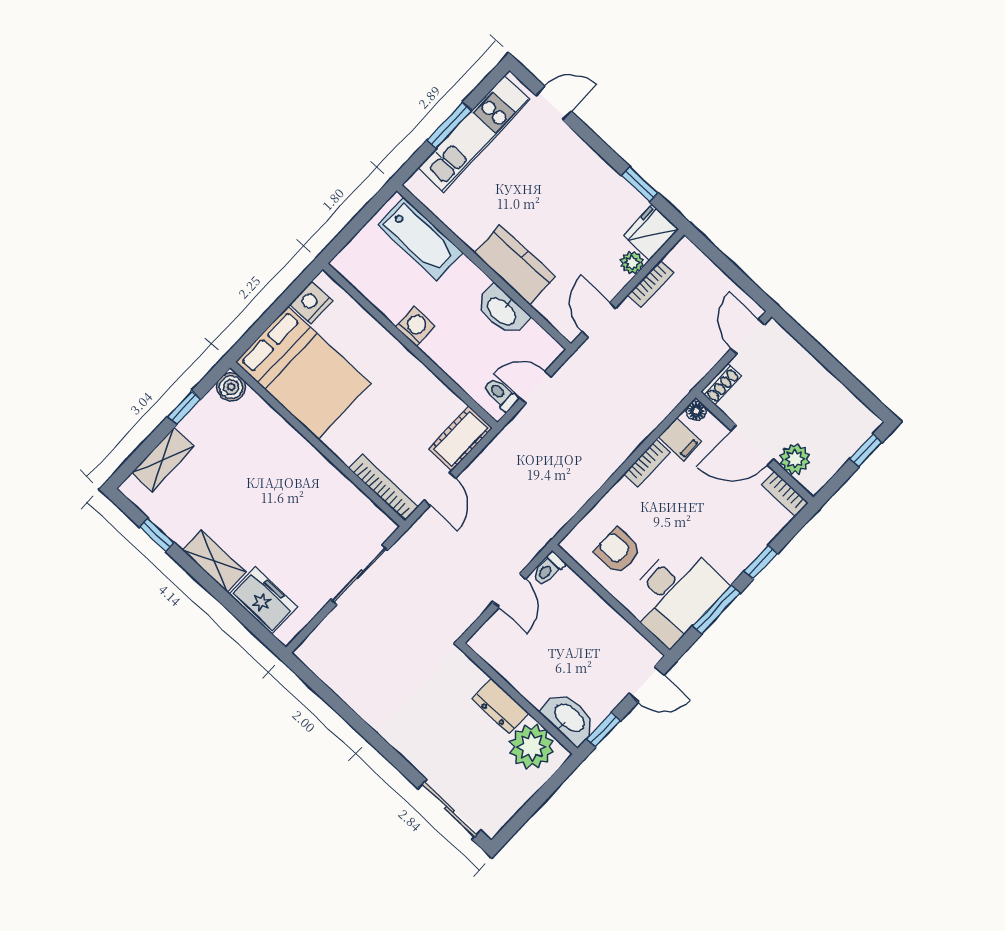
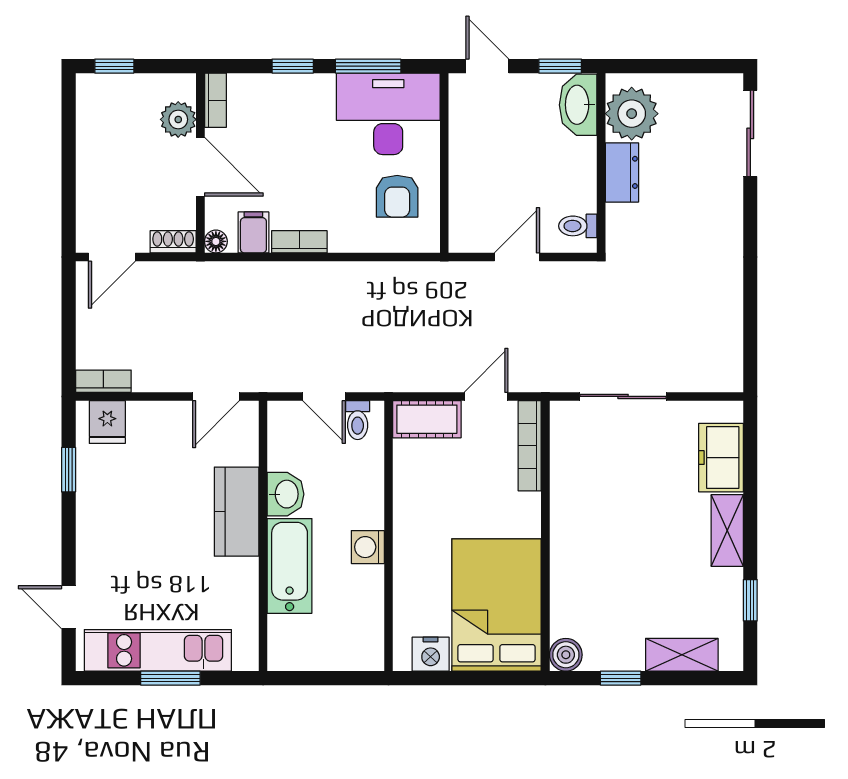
fridge: (651, 232) -> (107, 422), width x0.72
bathtub: (420, 239) -> (290, 566), moved
plant: (632, 263) -> (141, 414), removed
bookcase: (651, 284) -> (103, 381), moved
washbasin: (502, 311) -> (286, 494), width x0.72
toilet: (548, 569) -> (578, 226), moved, turned 180

